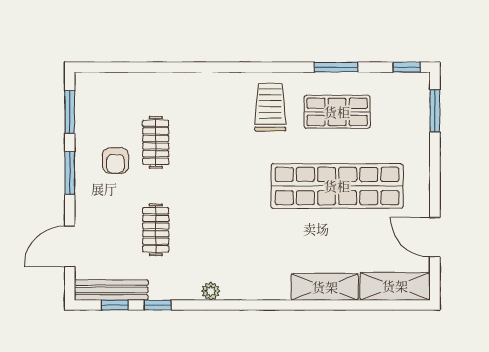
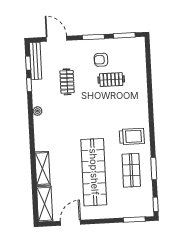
clothes rail: (156, 230) -> (67, 82), turned 90

